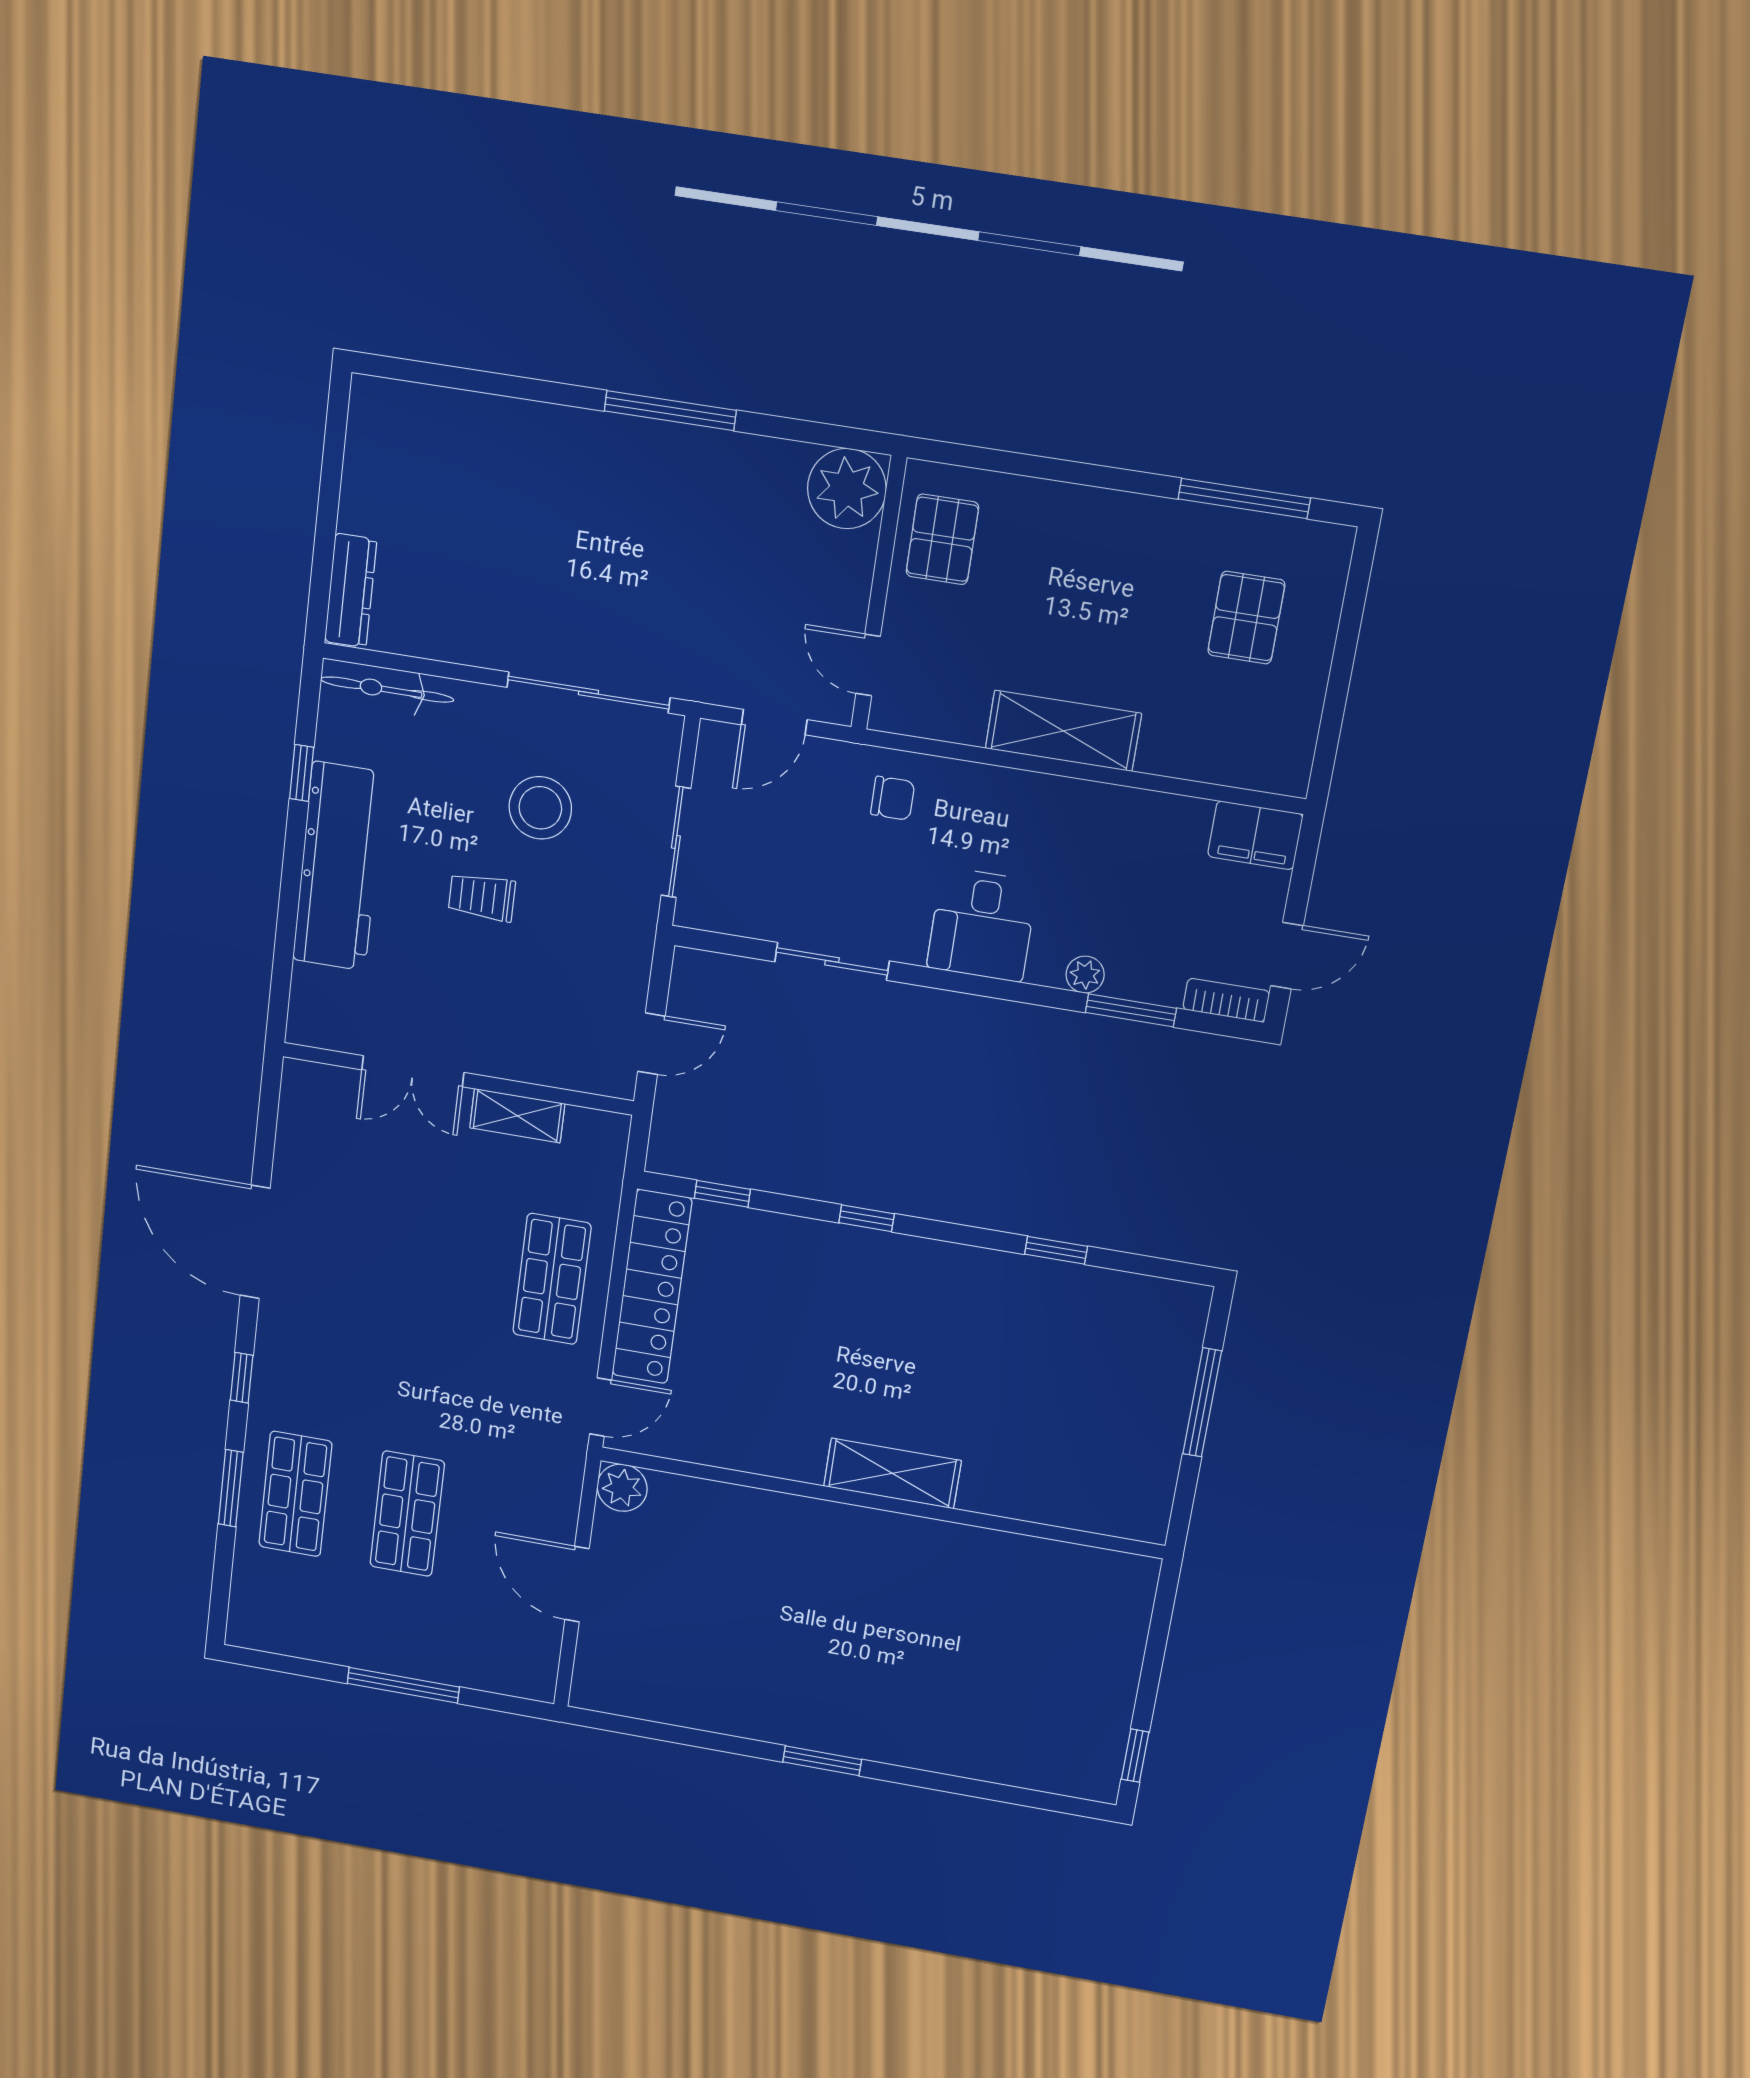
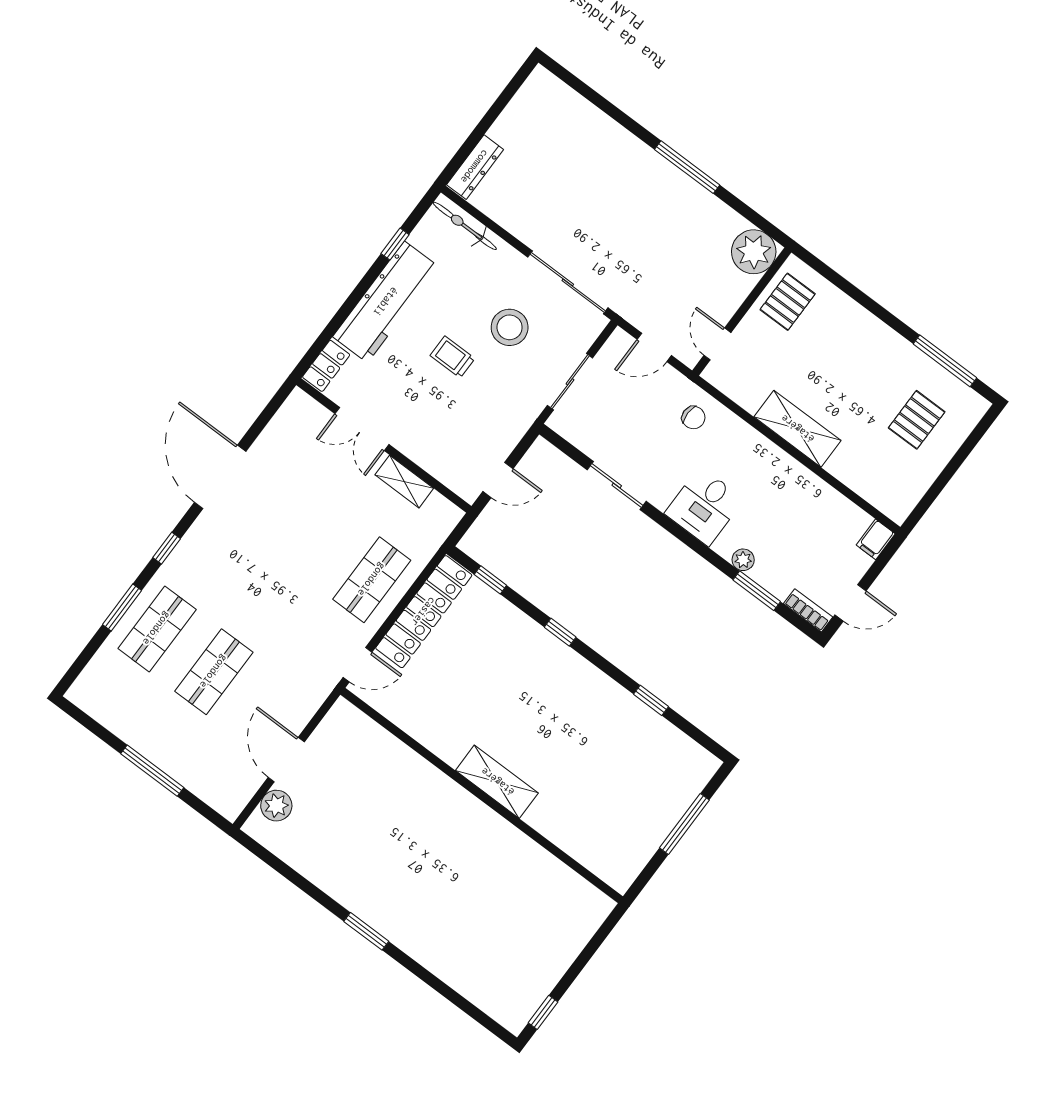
filing cabinet: (1255, 835) -> (876, 539), width x0.50
locker: (309, 1006) -> (326, 366), added
plant: (622, 1488) -> (276, 806), moved

